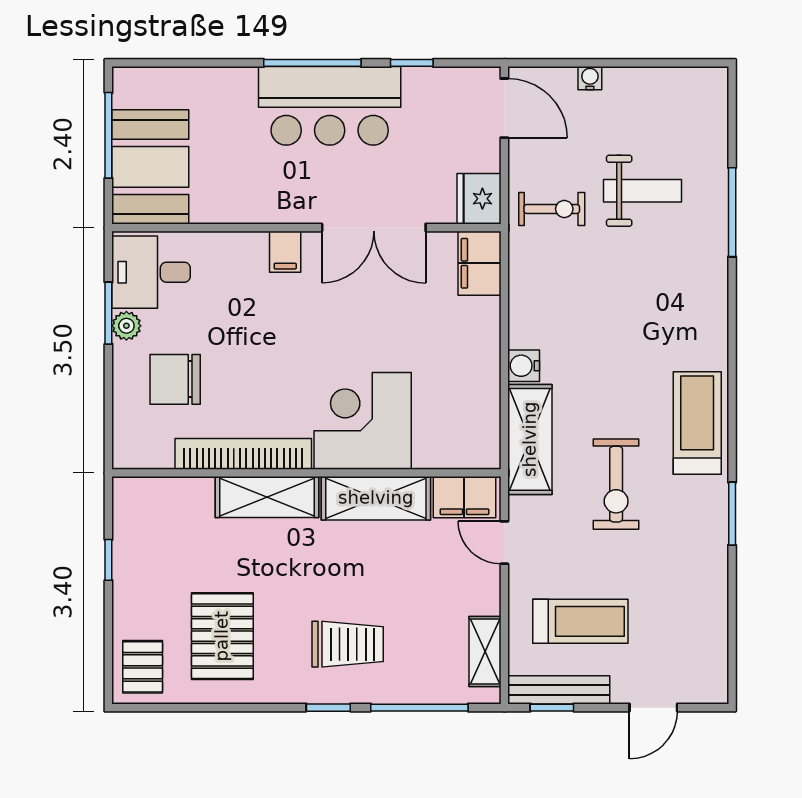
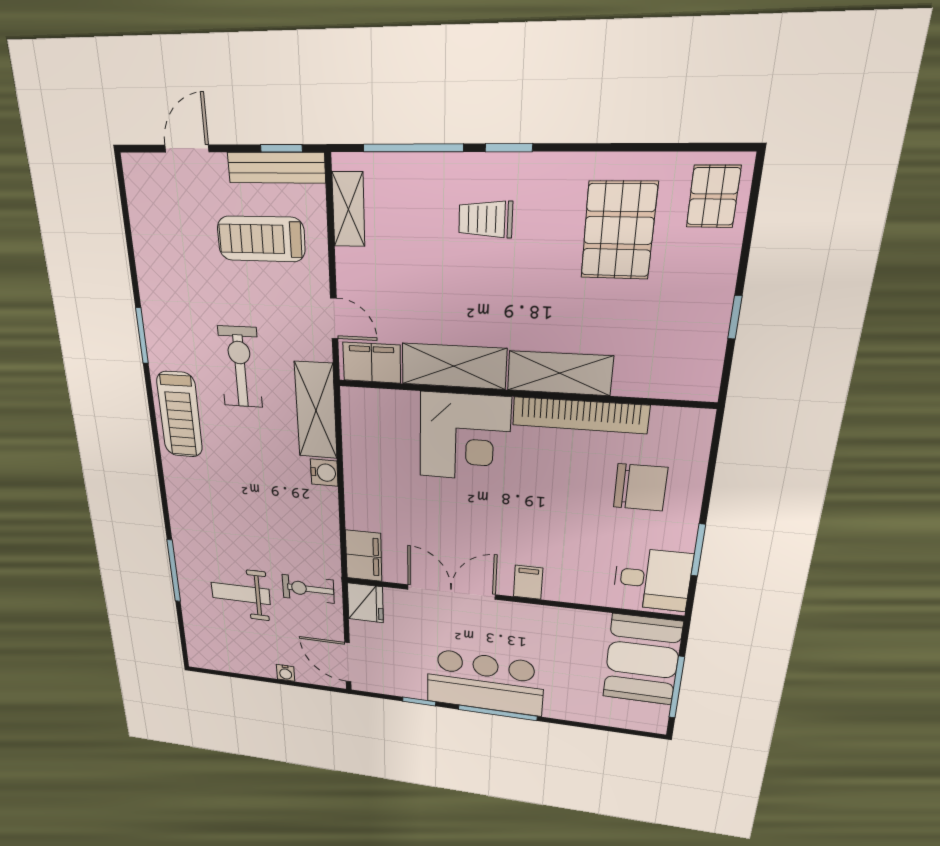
plant: (126, 326) -> (682, 538), removed
trolley: (348, 644) -> (486, 219), width x0.73, depth x0.72

